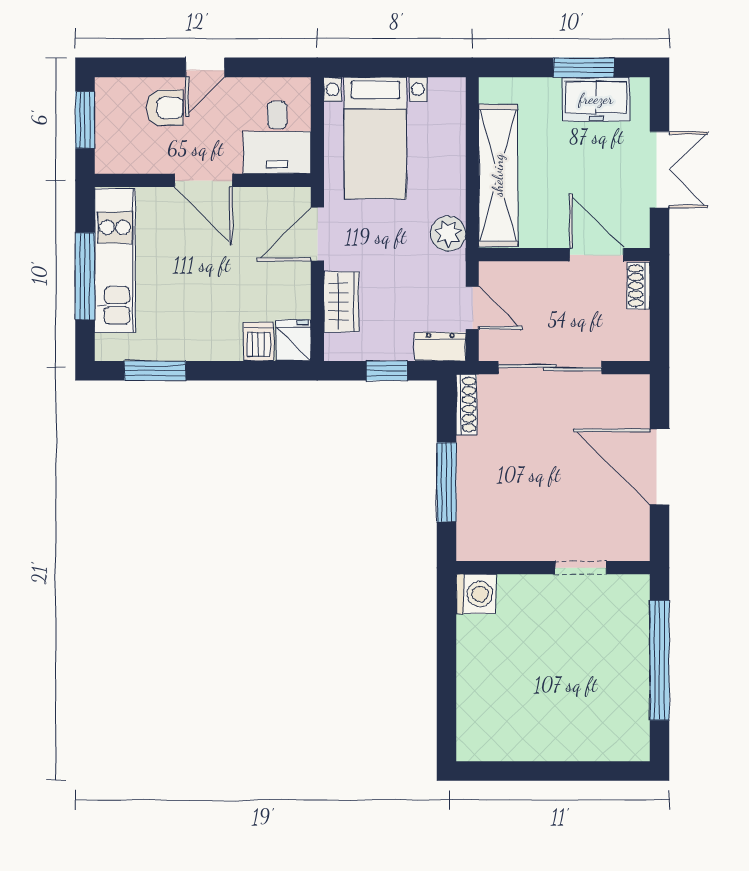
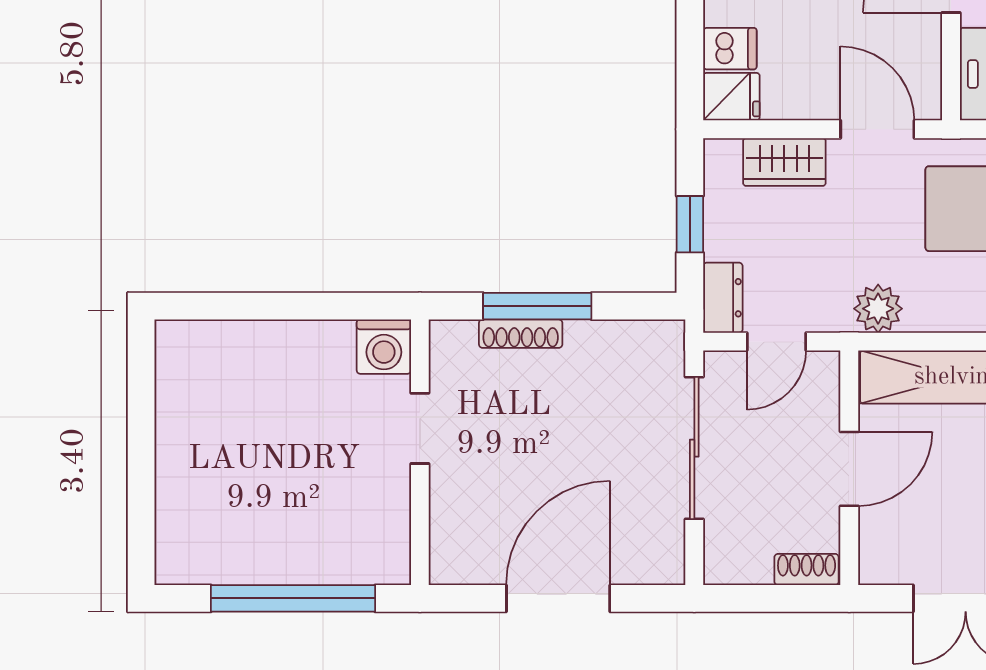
door: (597, 255) -> (849, 469), moved
shoe rack: (466, 404) -> (521, 334), moved
doorway: (581, 568) -> (420, 428), moved

